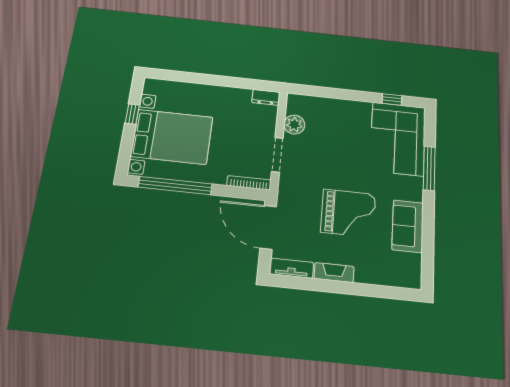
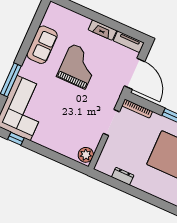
dresser: (266, 97) -> (123, 176), moved
plant: (294, 125) -> (86, 155), moved
grand piano: (348, 213) -> (78, 66), turned 90

